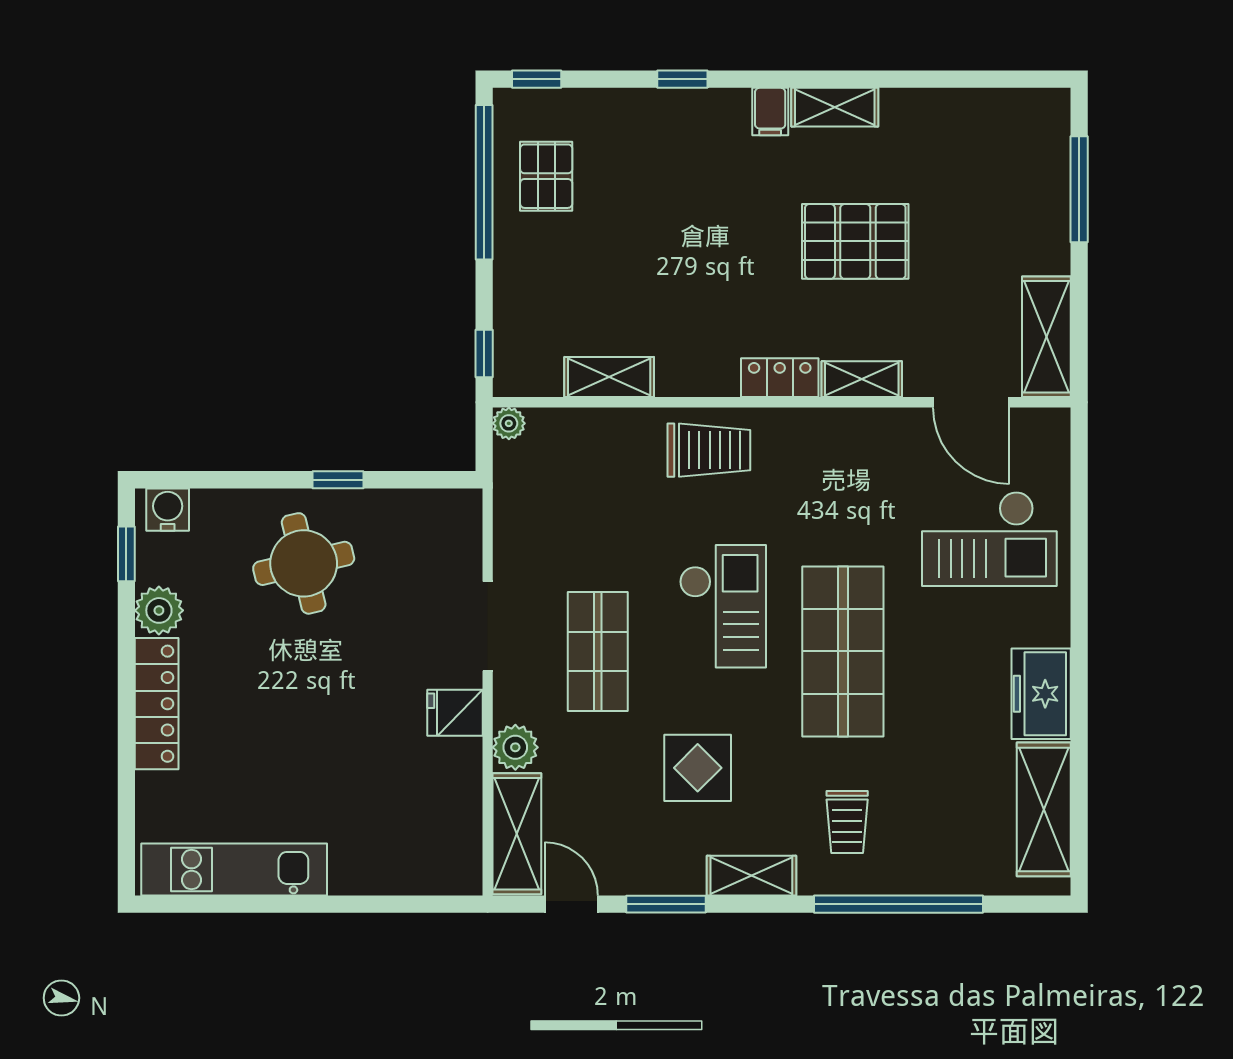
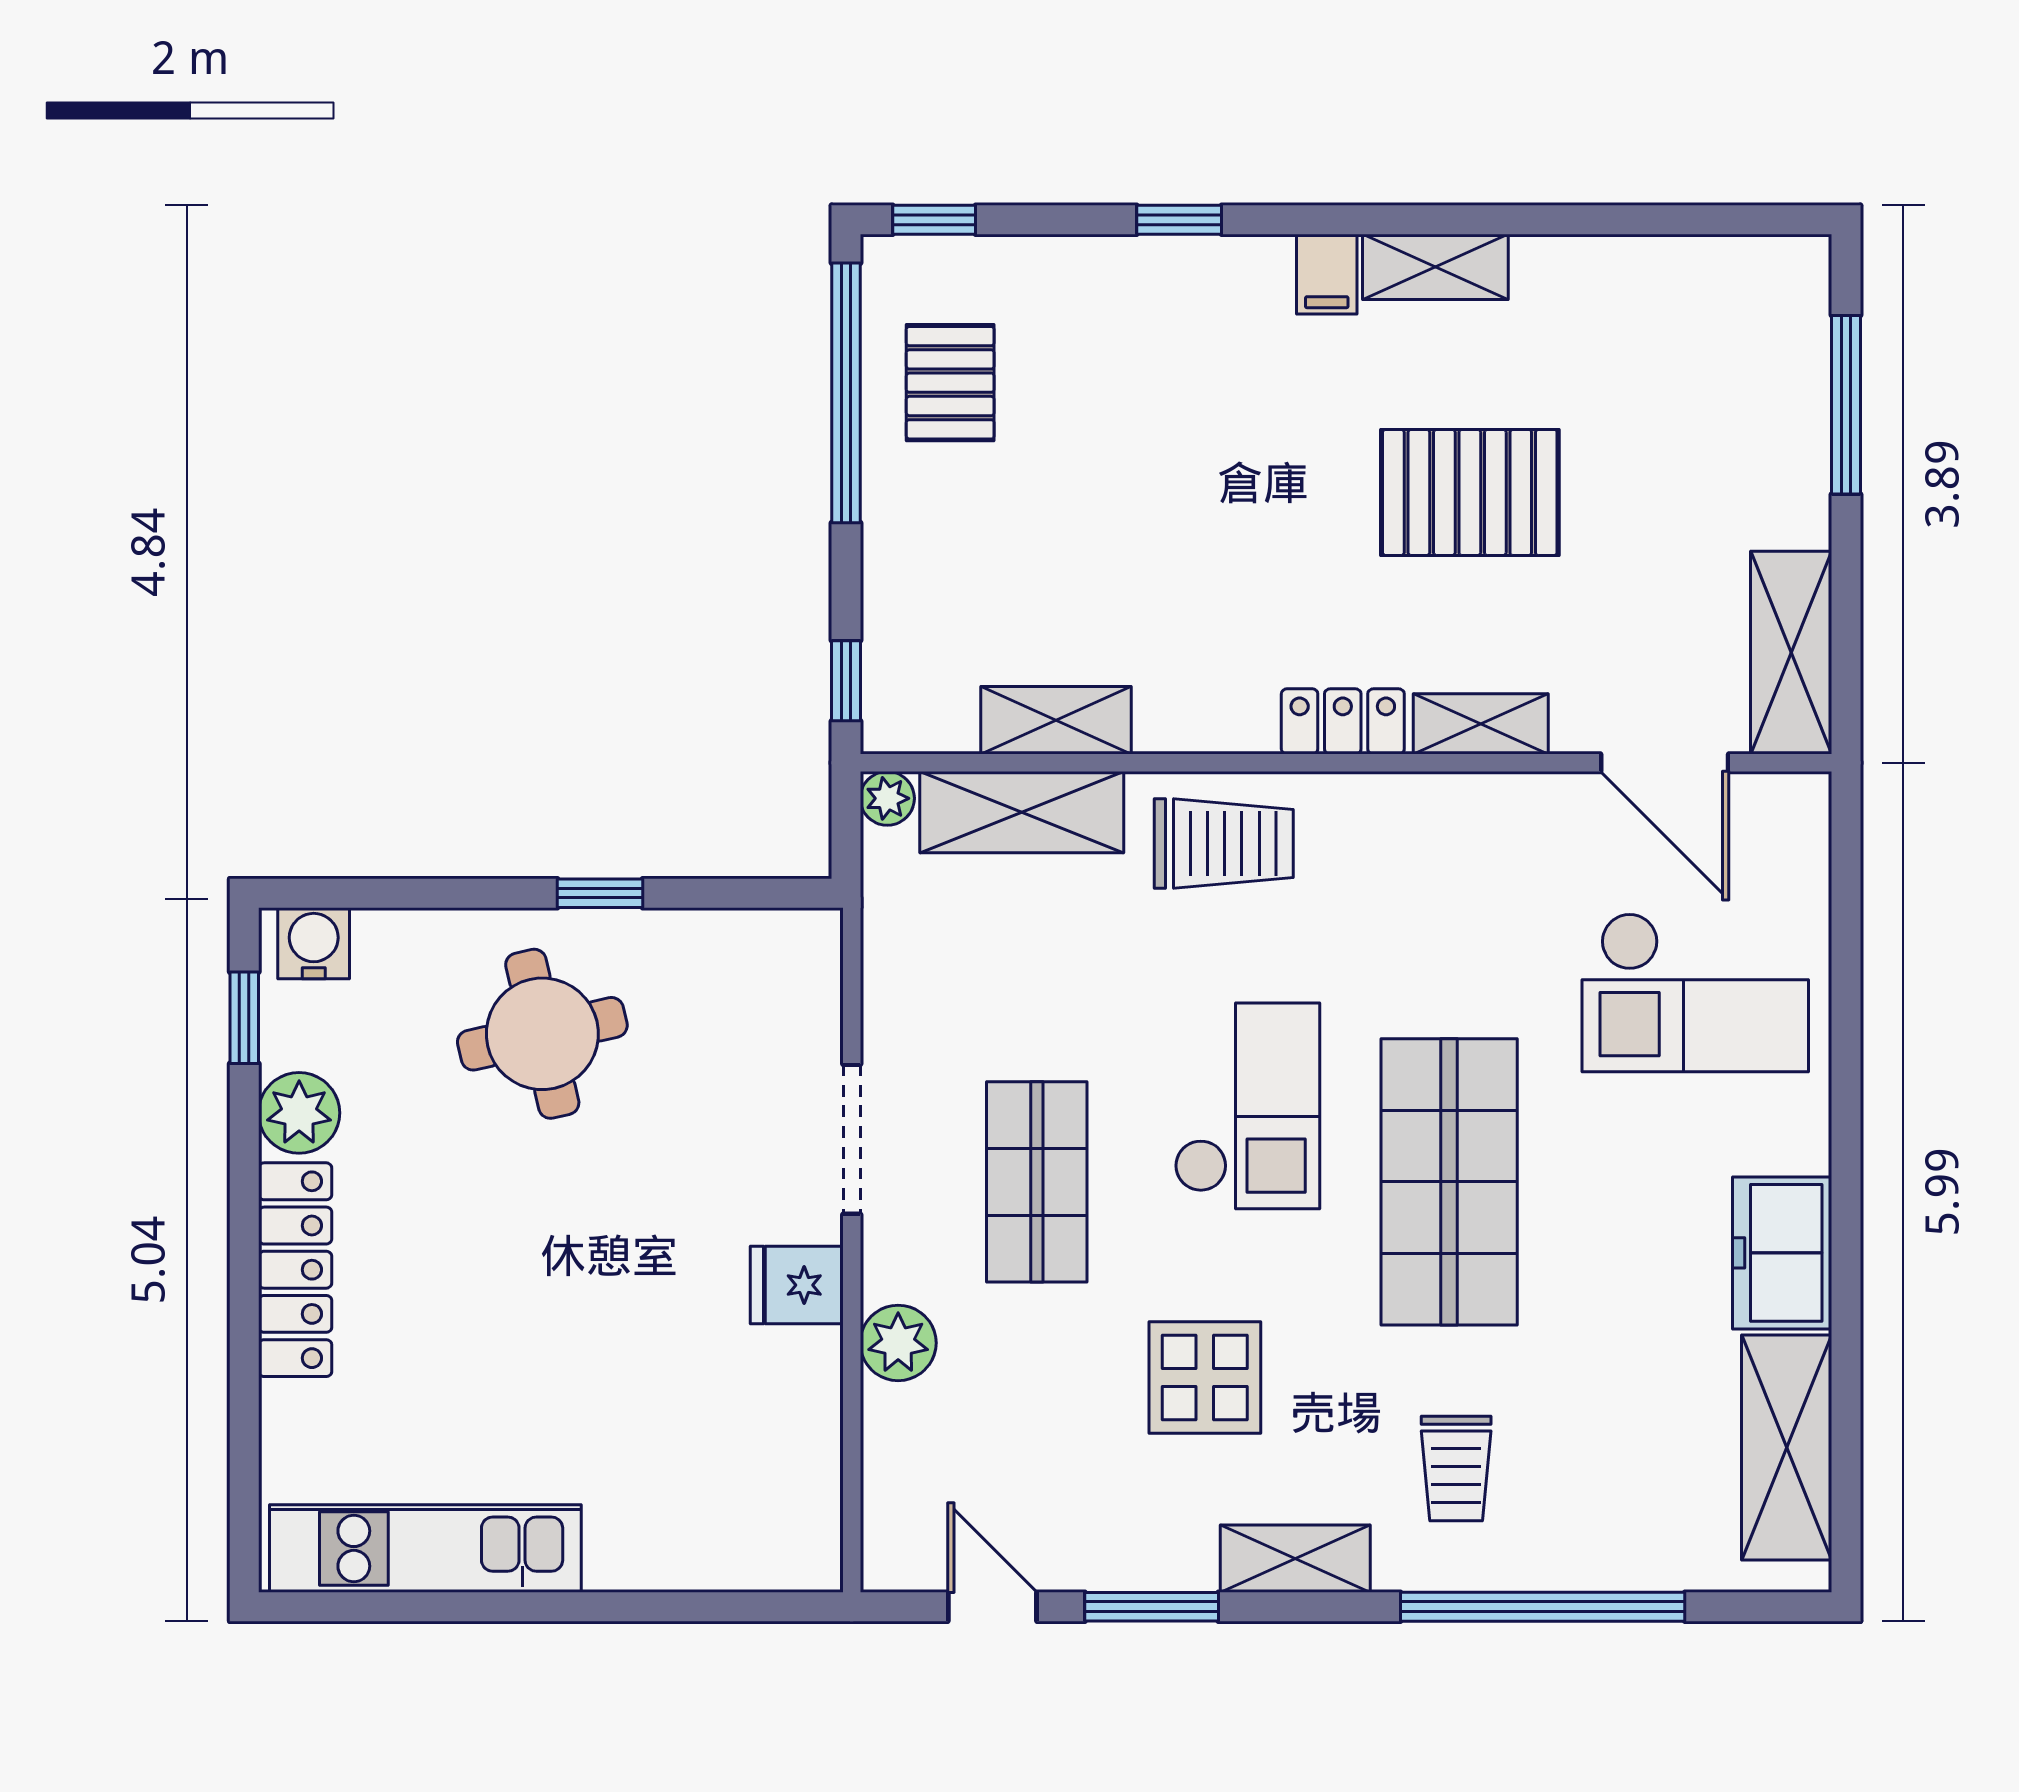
shelving: (517, 834) -> (1022, 812), moved, turned 90

